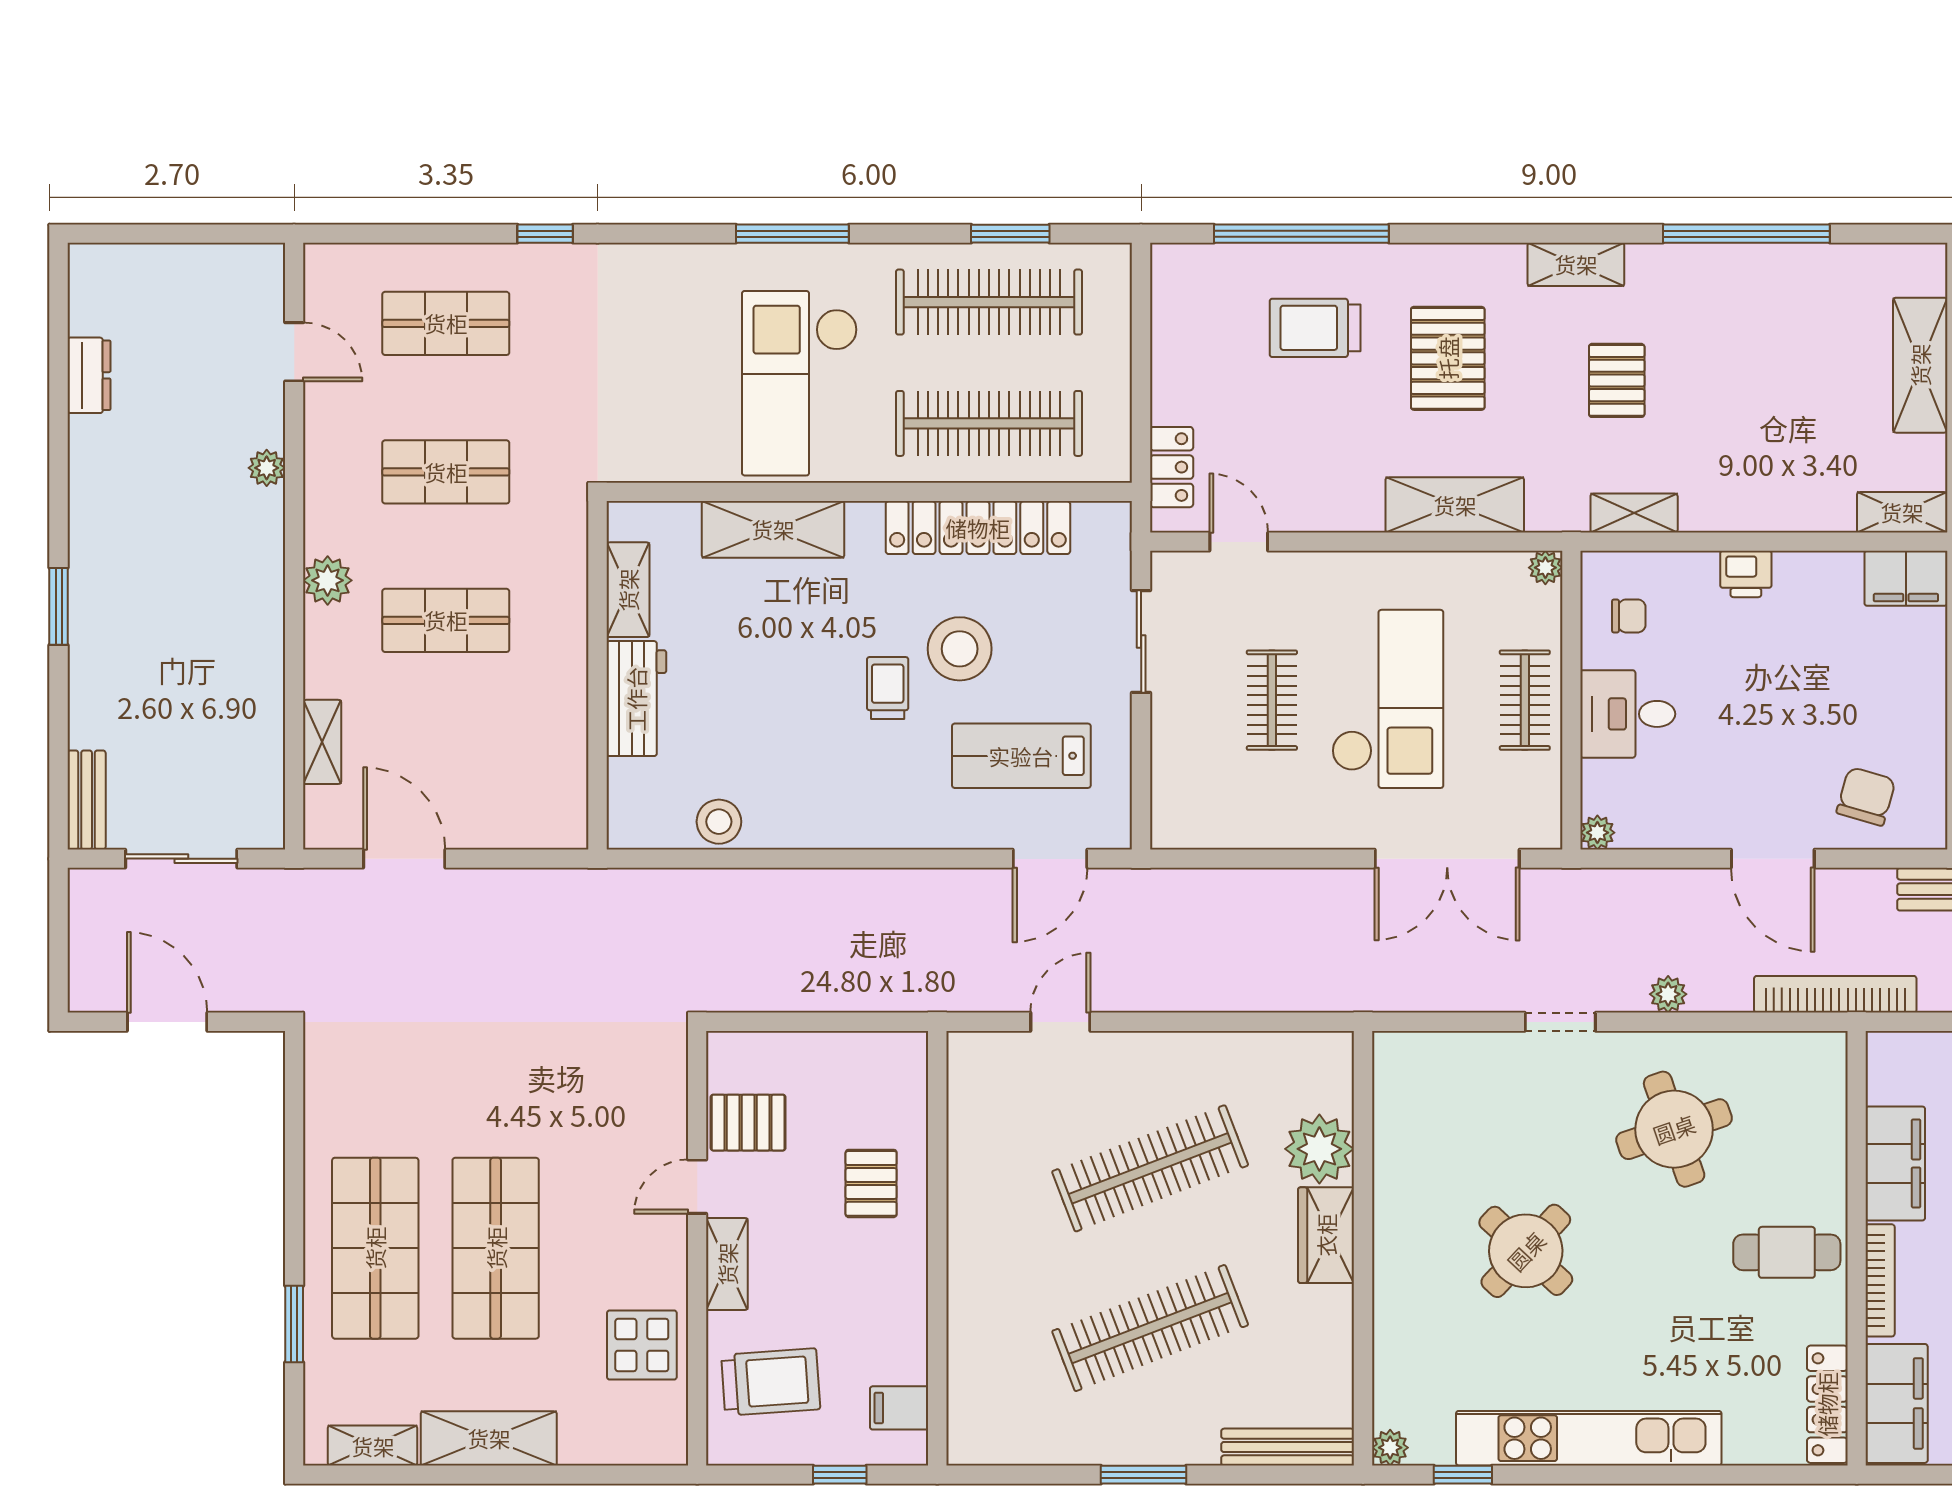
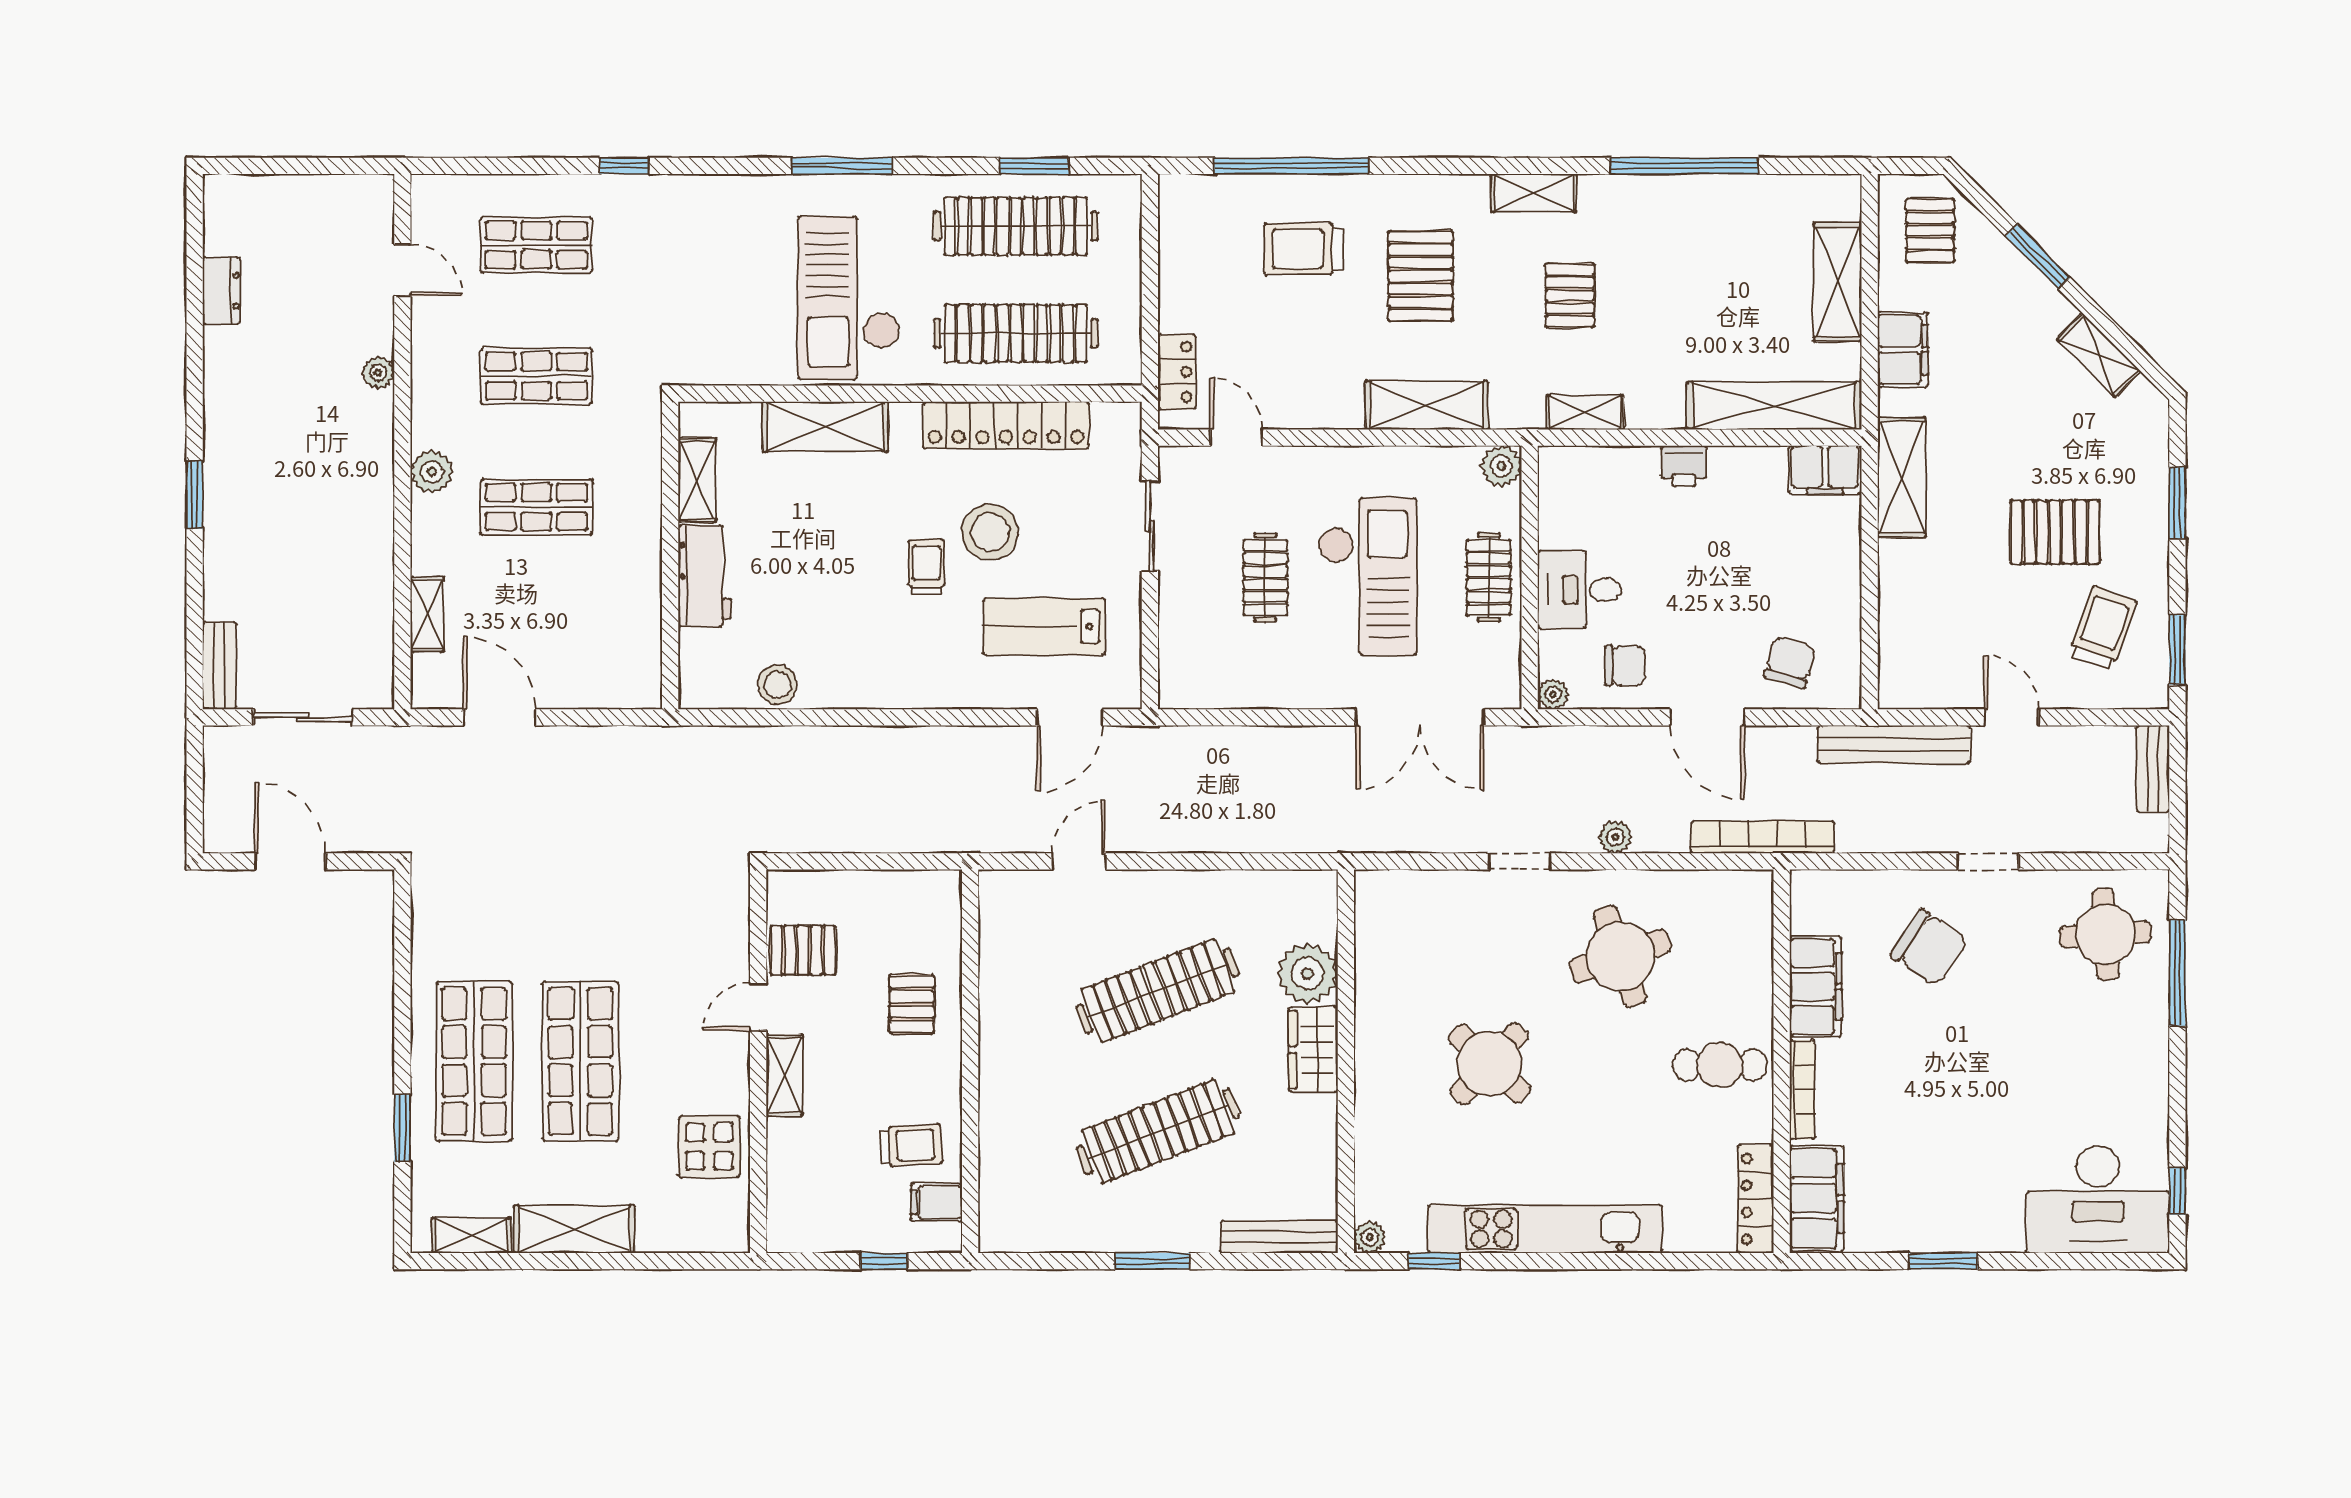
shelving: (1902, 512) -> (1774, 406), width x2.20, depth x1.33
plant: (1545, 568) -> (1501, 466), width x1.38, depth x1.38
chair: (1629, 616) -> (1625, 666), moved, width x1.37, depth x1.37
trolley: (771, 1382) -> (911, 1145), moved, width x0.73, depth x0.72

